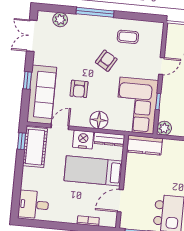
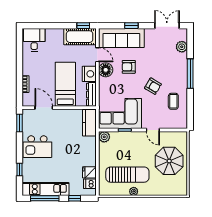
floor lamp: (99, 120) -> (106, 70), moved

